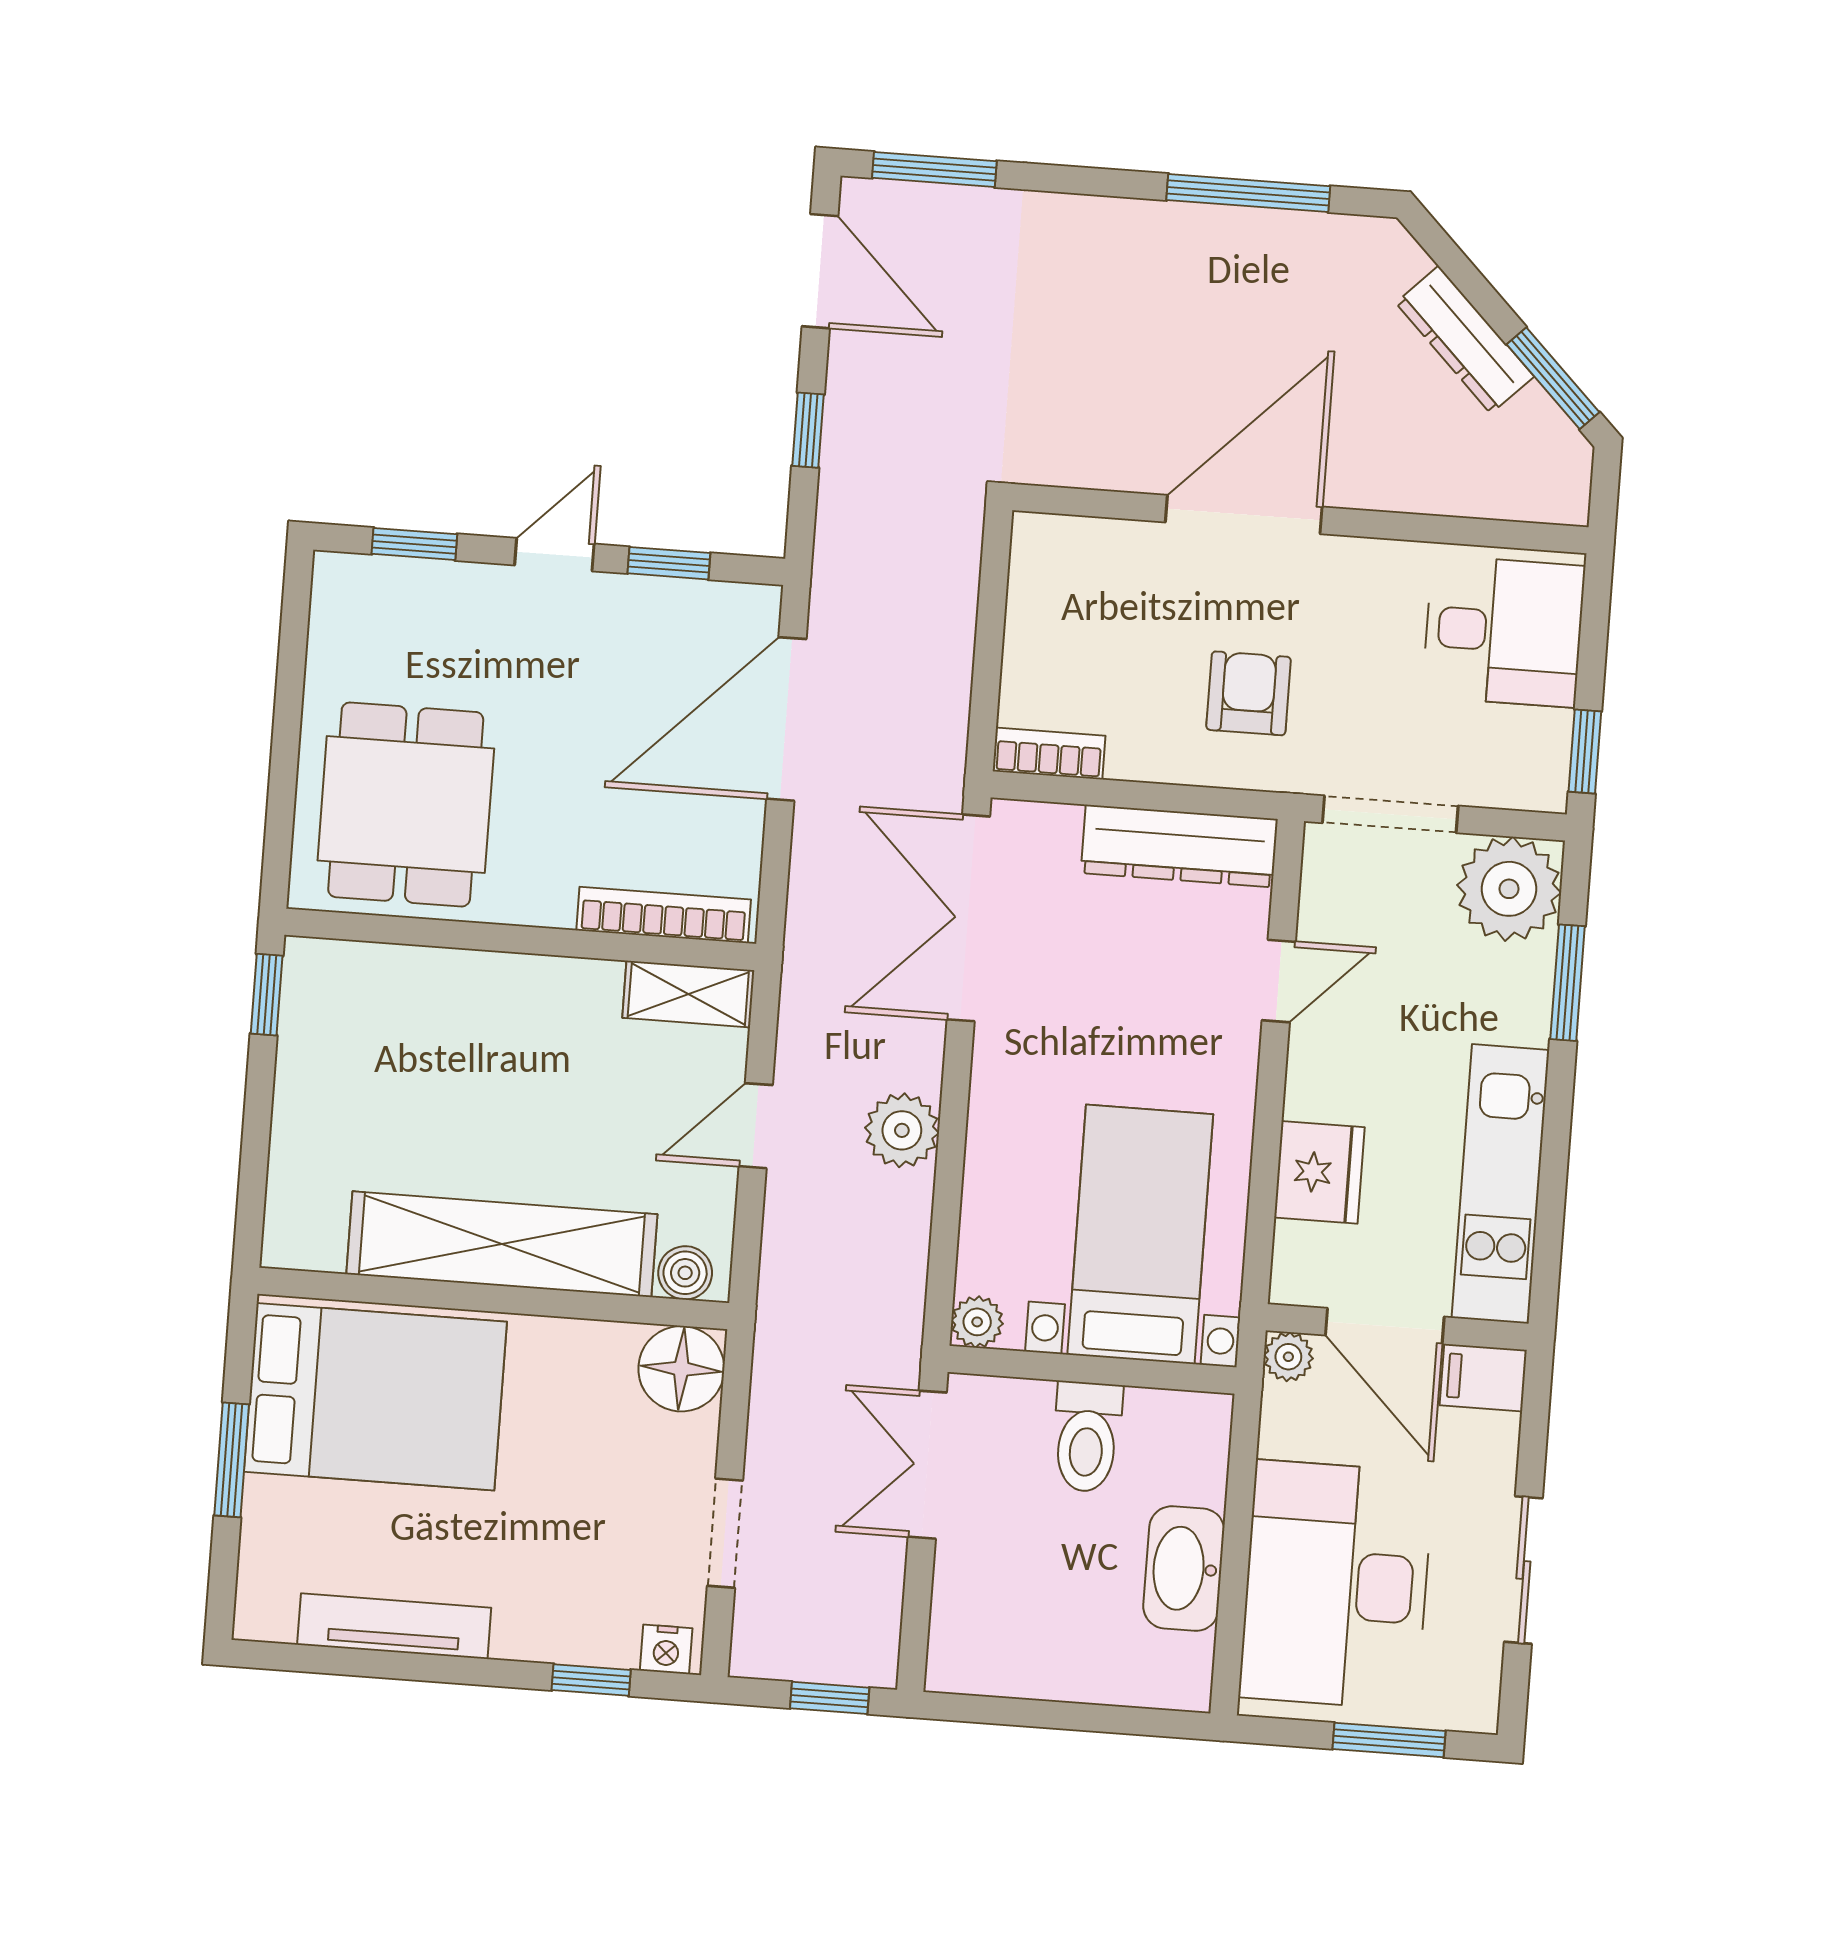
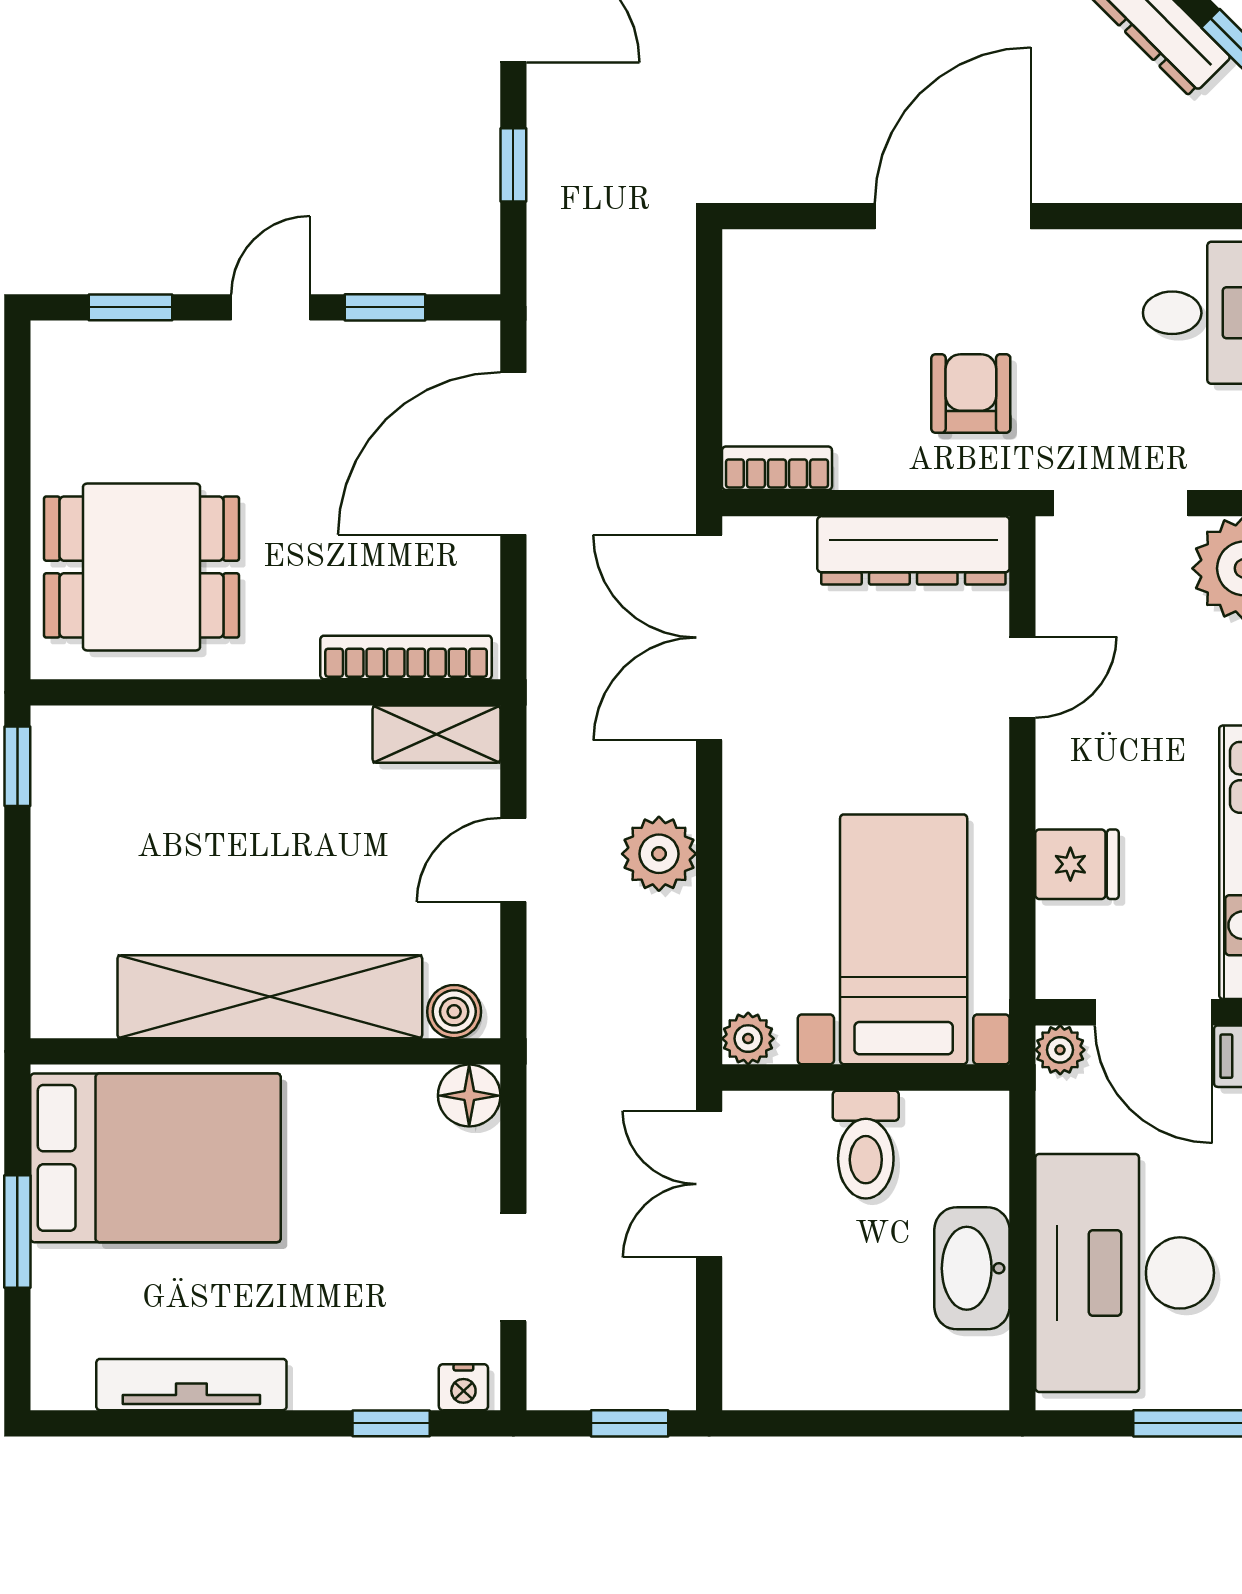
dining table: (406, 805) -> (141, 567), turned 90
fridge: (1319, 1172) -> (1077, 864), width x0.72
floor lamp: (681, 1369) -> (469, 1096), width x0.73, depth x0.73

